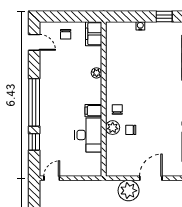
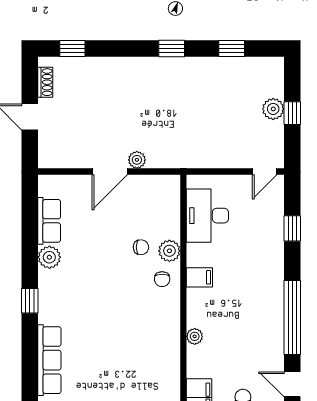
window: (34, 102) -> (292, 317), moved
desk: (88, 135) -> (207, 216), moved
plant: (129, 191) -> (137, 160), width x0.53, depth x0.53

